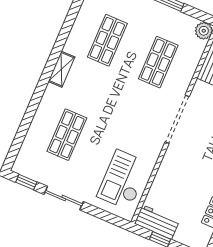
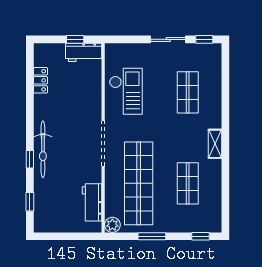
shop shelf: (158, 62) -> (139, 183), width x2.00, depth x1.36
checkout: (123, 180) -> (126, 91), moved

